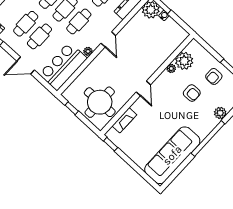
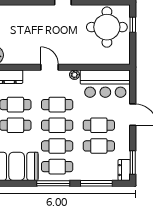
door: (108, 39) -> (50, 67), hinge flipped
window: (72, 108) -> (133, 25), moved

